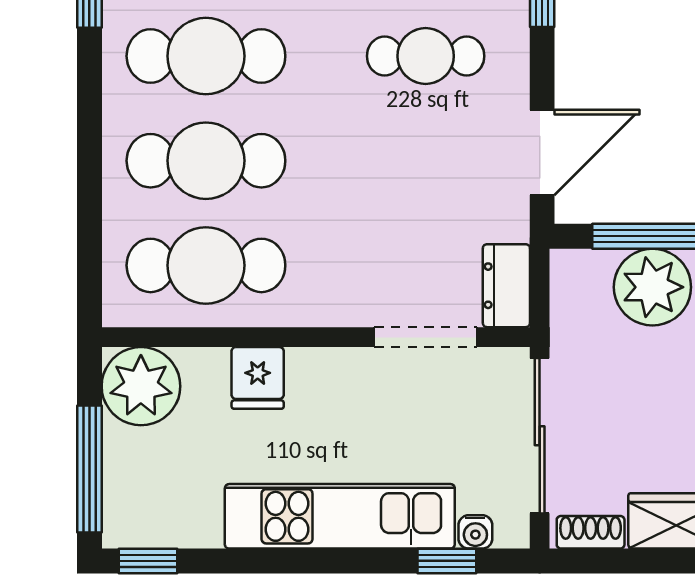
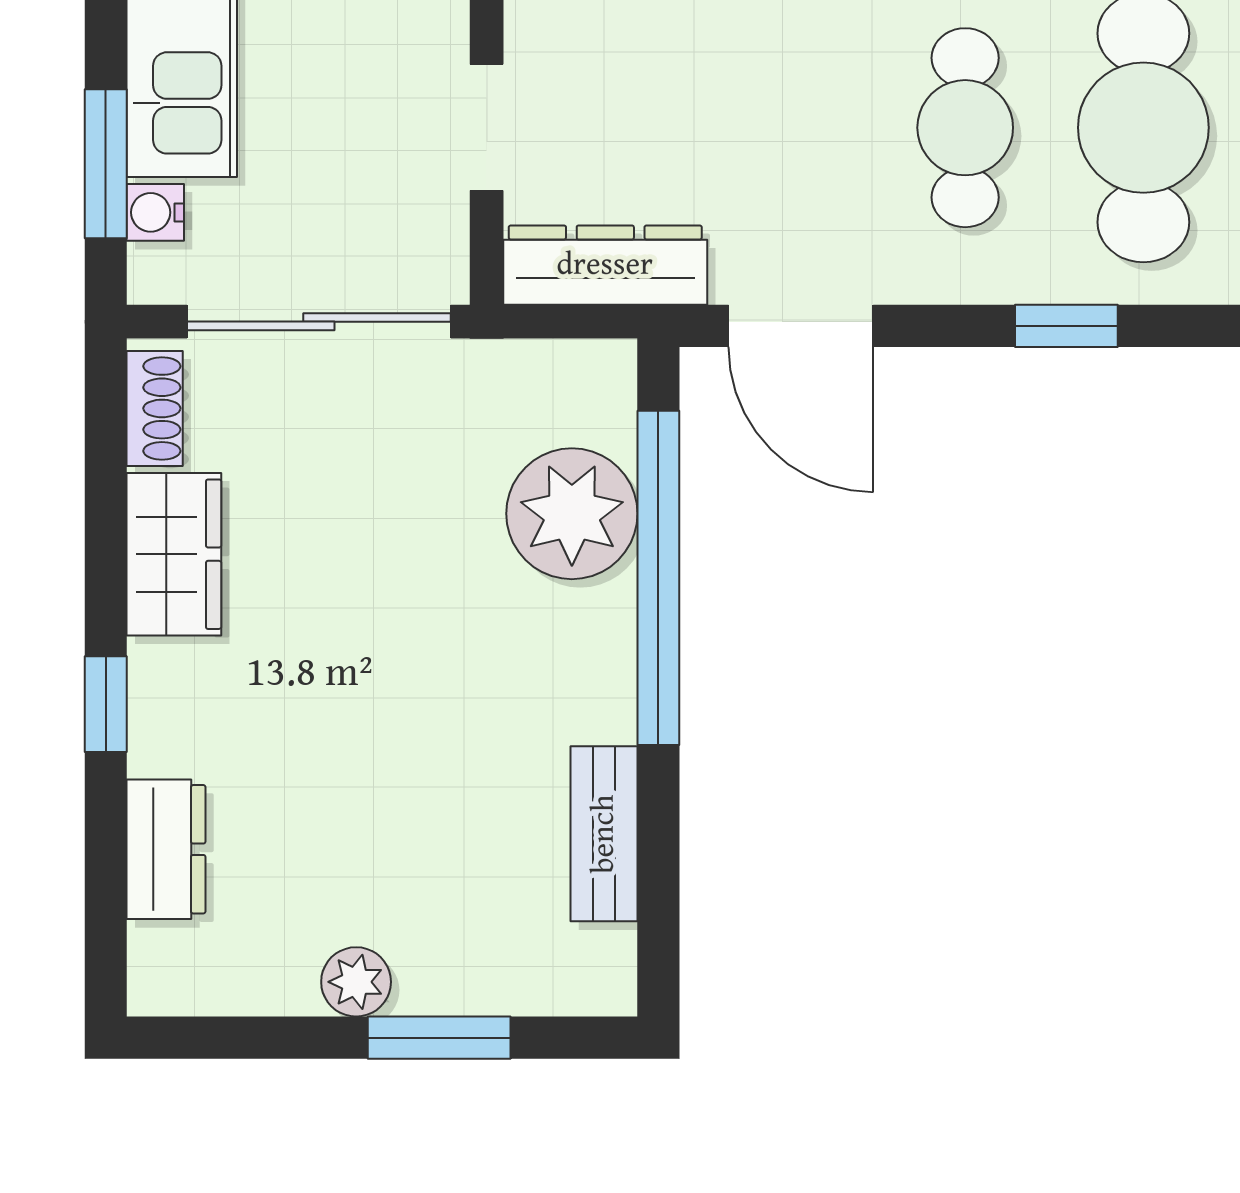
dresser: (506, 286) -> (605, 265), width x1.44
doorway: (425, 337) -> (487, 127), width x0.73
window: (447, 561) -> (106, 164), width x1.50

